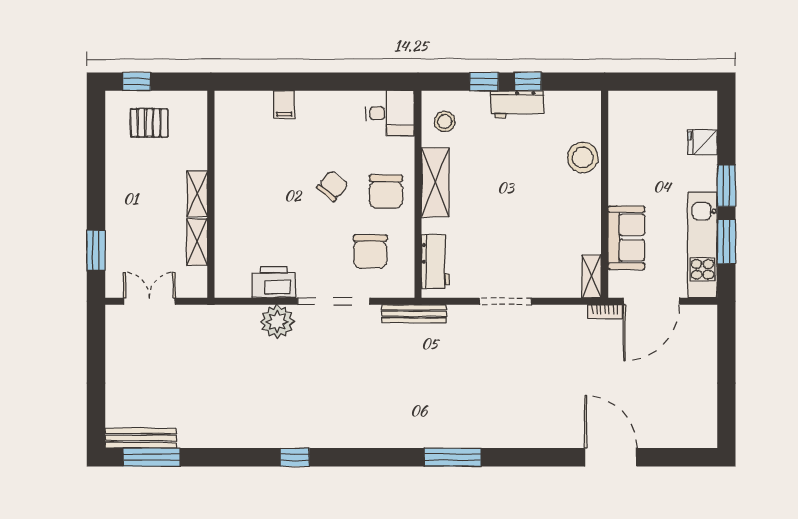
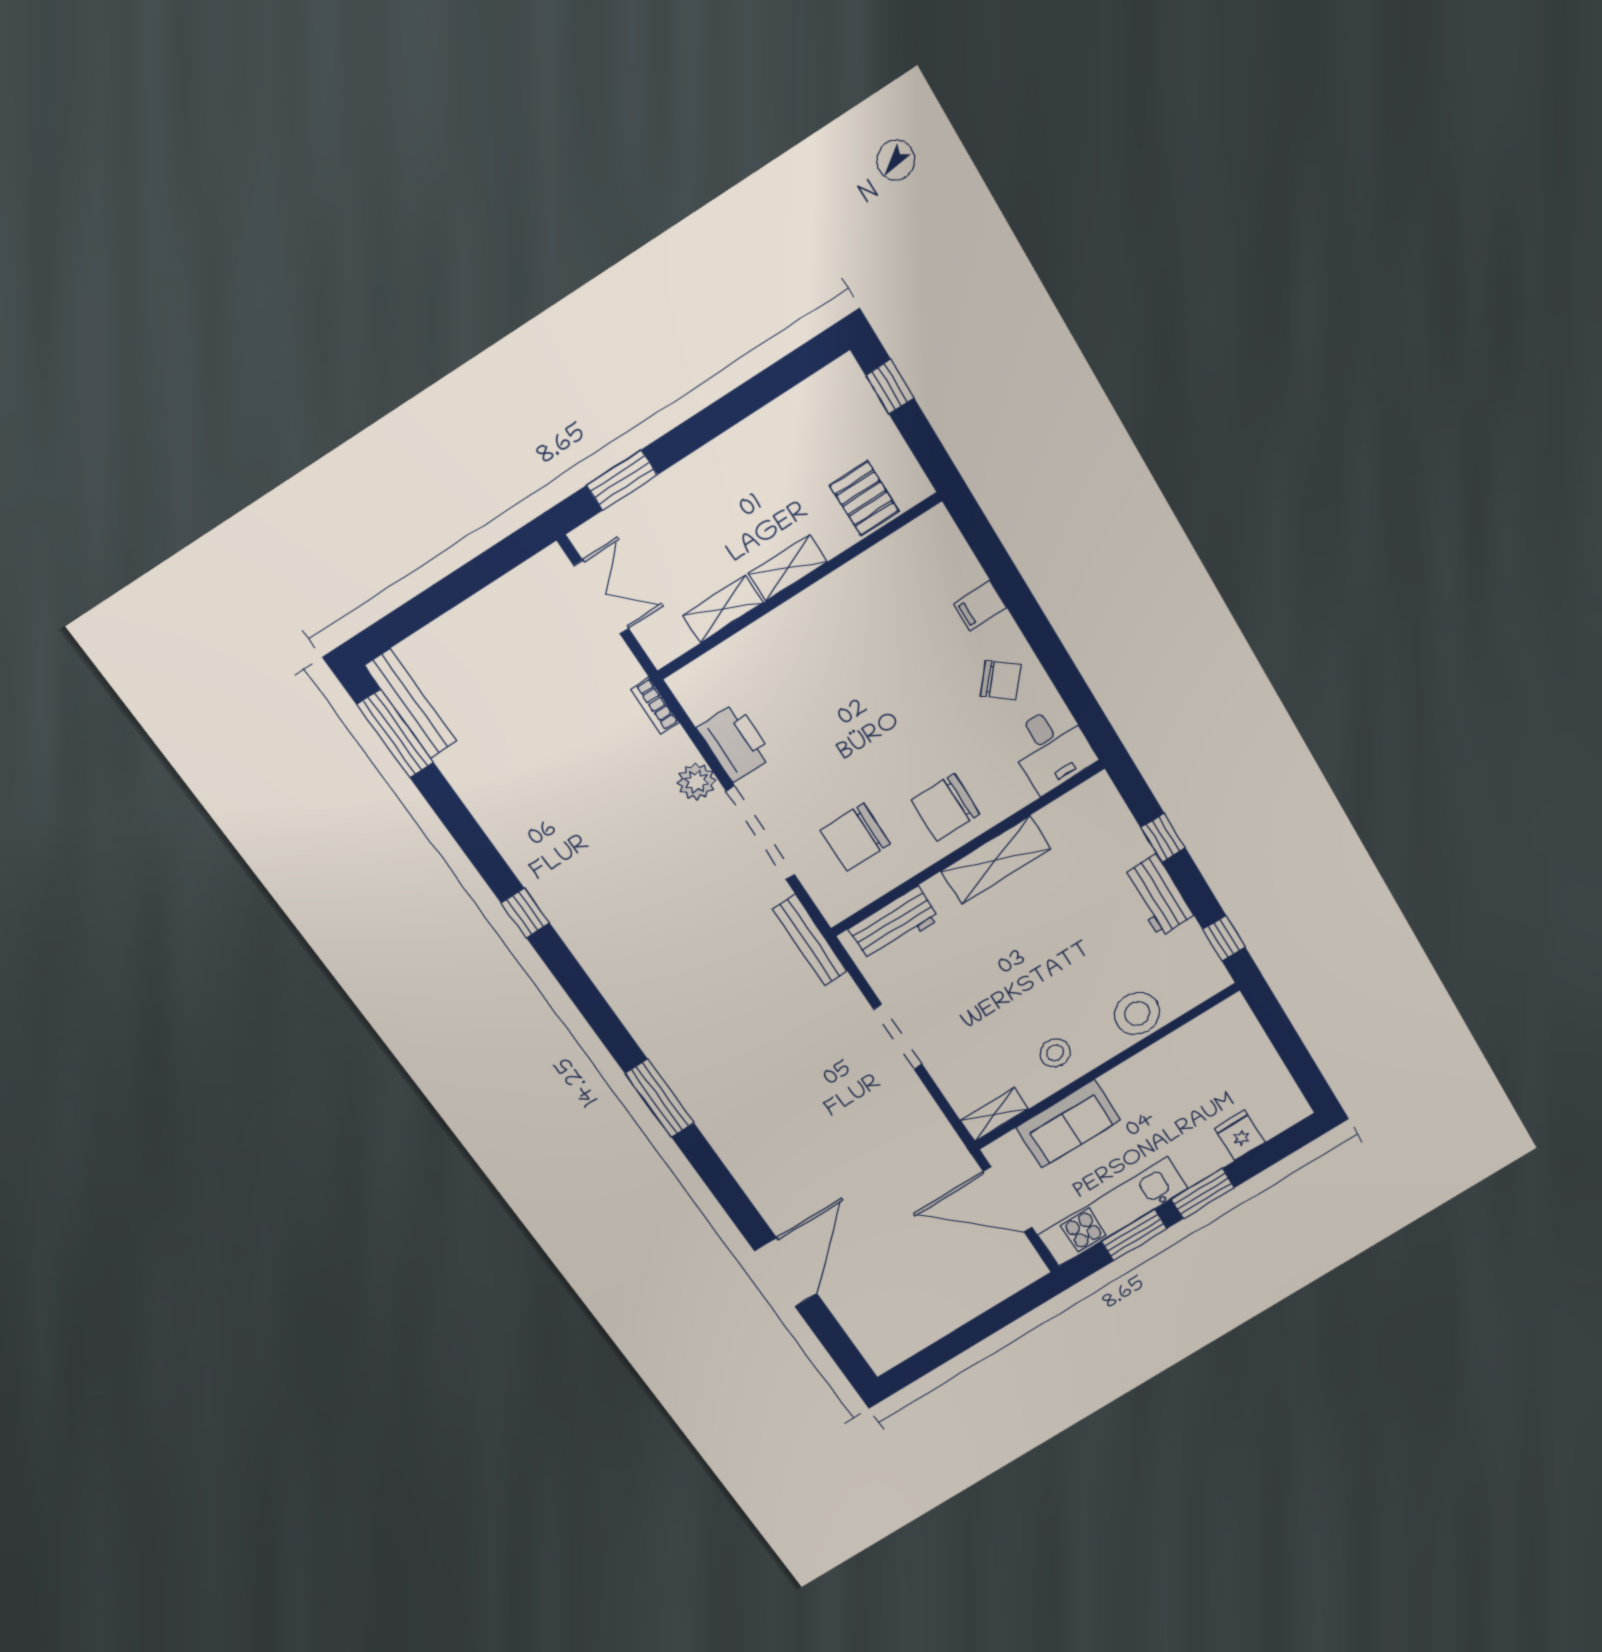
window: (528, 82) -> (1224, 938), moved
stool: (445, 121) -> (1055, 1053), moved
pallet: (149, 123) -> (864, 498), moved
chair: (332, 186) -> (1001, 680), moved
bookcase: (605, 312) -> (655, 706), moved
plant: (277, 322) -> (696, 782), width x0.73, depth x0.73

